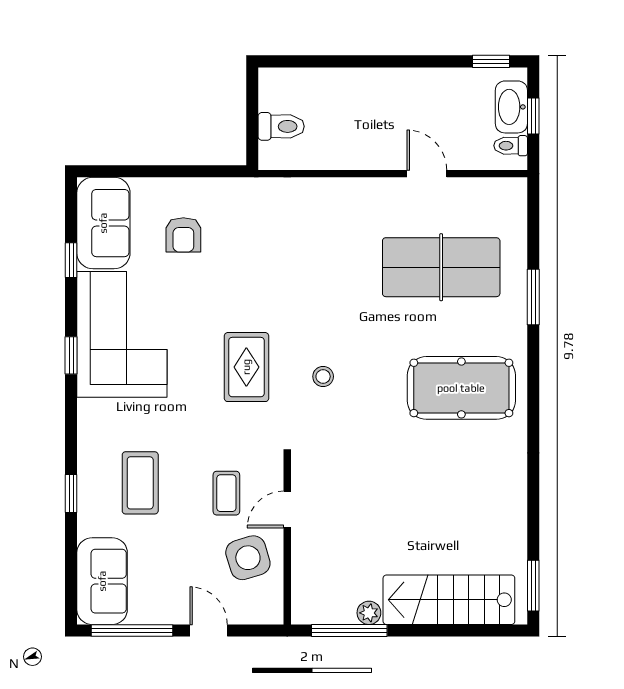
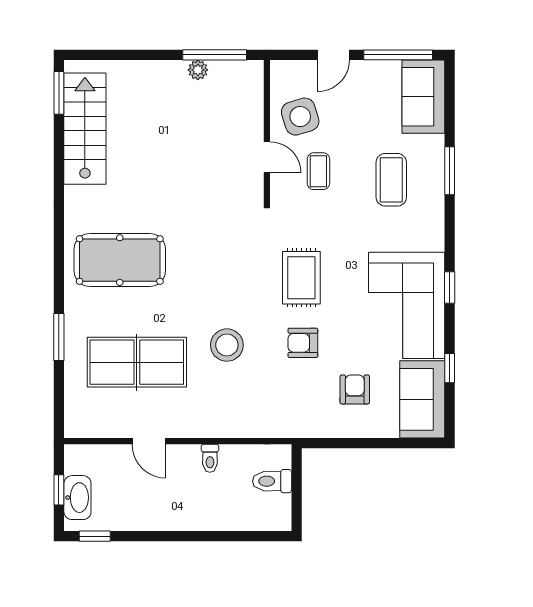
toilet: (511, 146) -> (210, 458), moved, turned 90
armchair: (245, 290) -> (303, 343), added
stool: (323, 376) -> (227, 345), moved, width x1.89, depth x1.89
window: (71, 494) -> (450, 171), width x1.50
door: (287, 509) -> (267, 157), hinge flipped
stairs: (449, 600) -> (85, 129), moved, turned -90
door: (209, 631) -> (333, 55), hinge flipped

